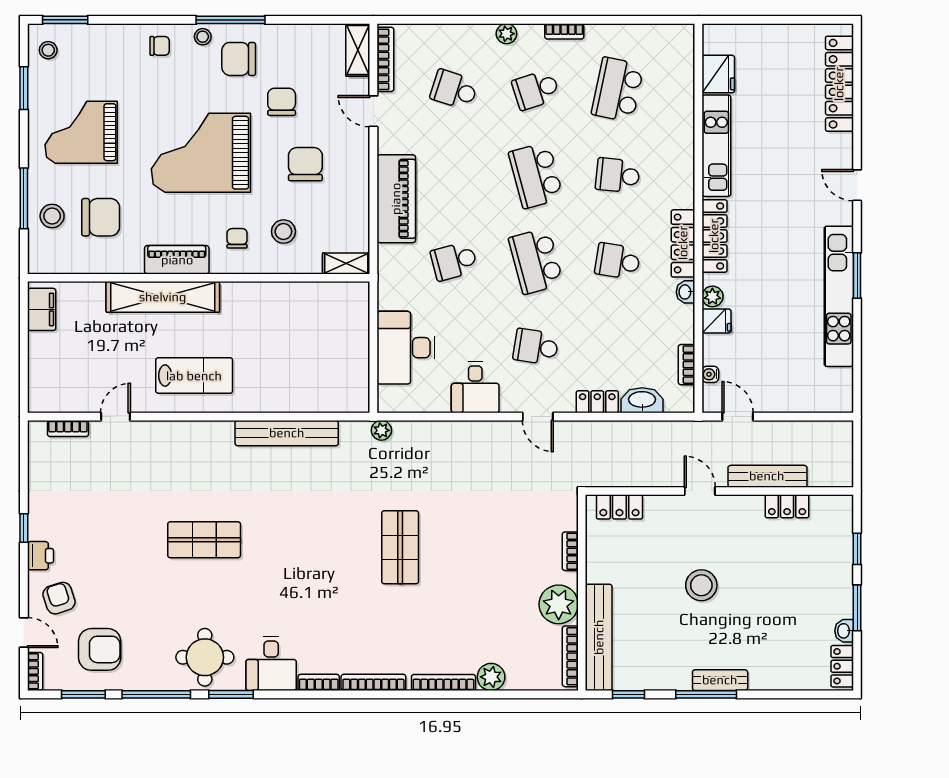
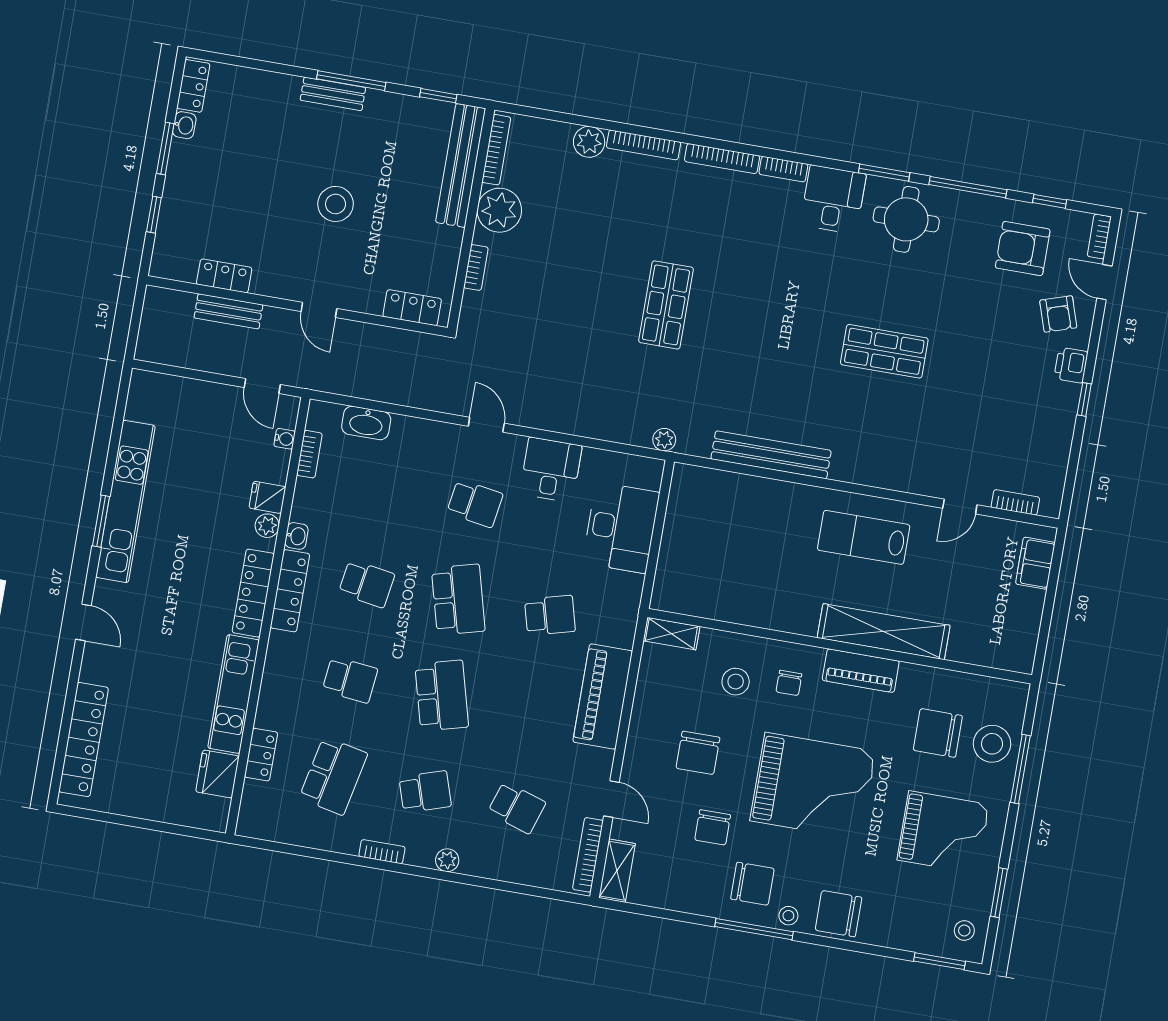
chair: (160, 46) -> (839, 914), width x1.87, depth x1.87
stool: (52, 216) -> (992, 744), width x1.38, depth x1.38
filing cabinet: (42, 309) -> (1035, 563), moved
locker: (597, 402) -> (261, 755), moved, turned -90
bench: (767, 476) -> (228, 311), width x0.73
window: (83, 694) -> (1050, 201), width x0.67

